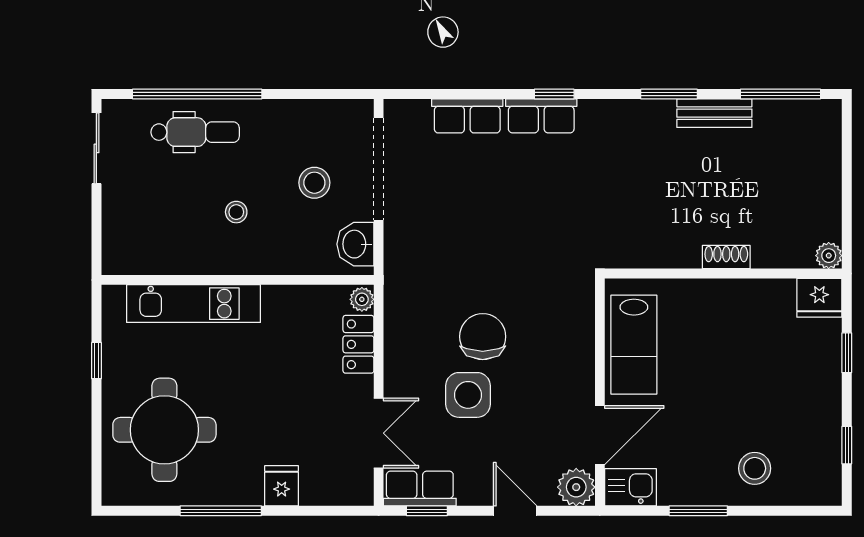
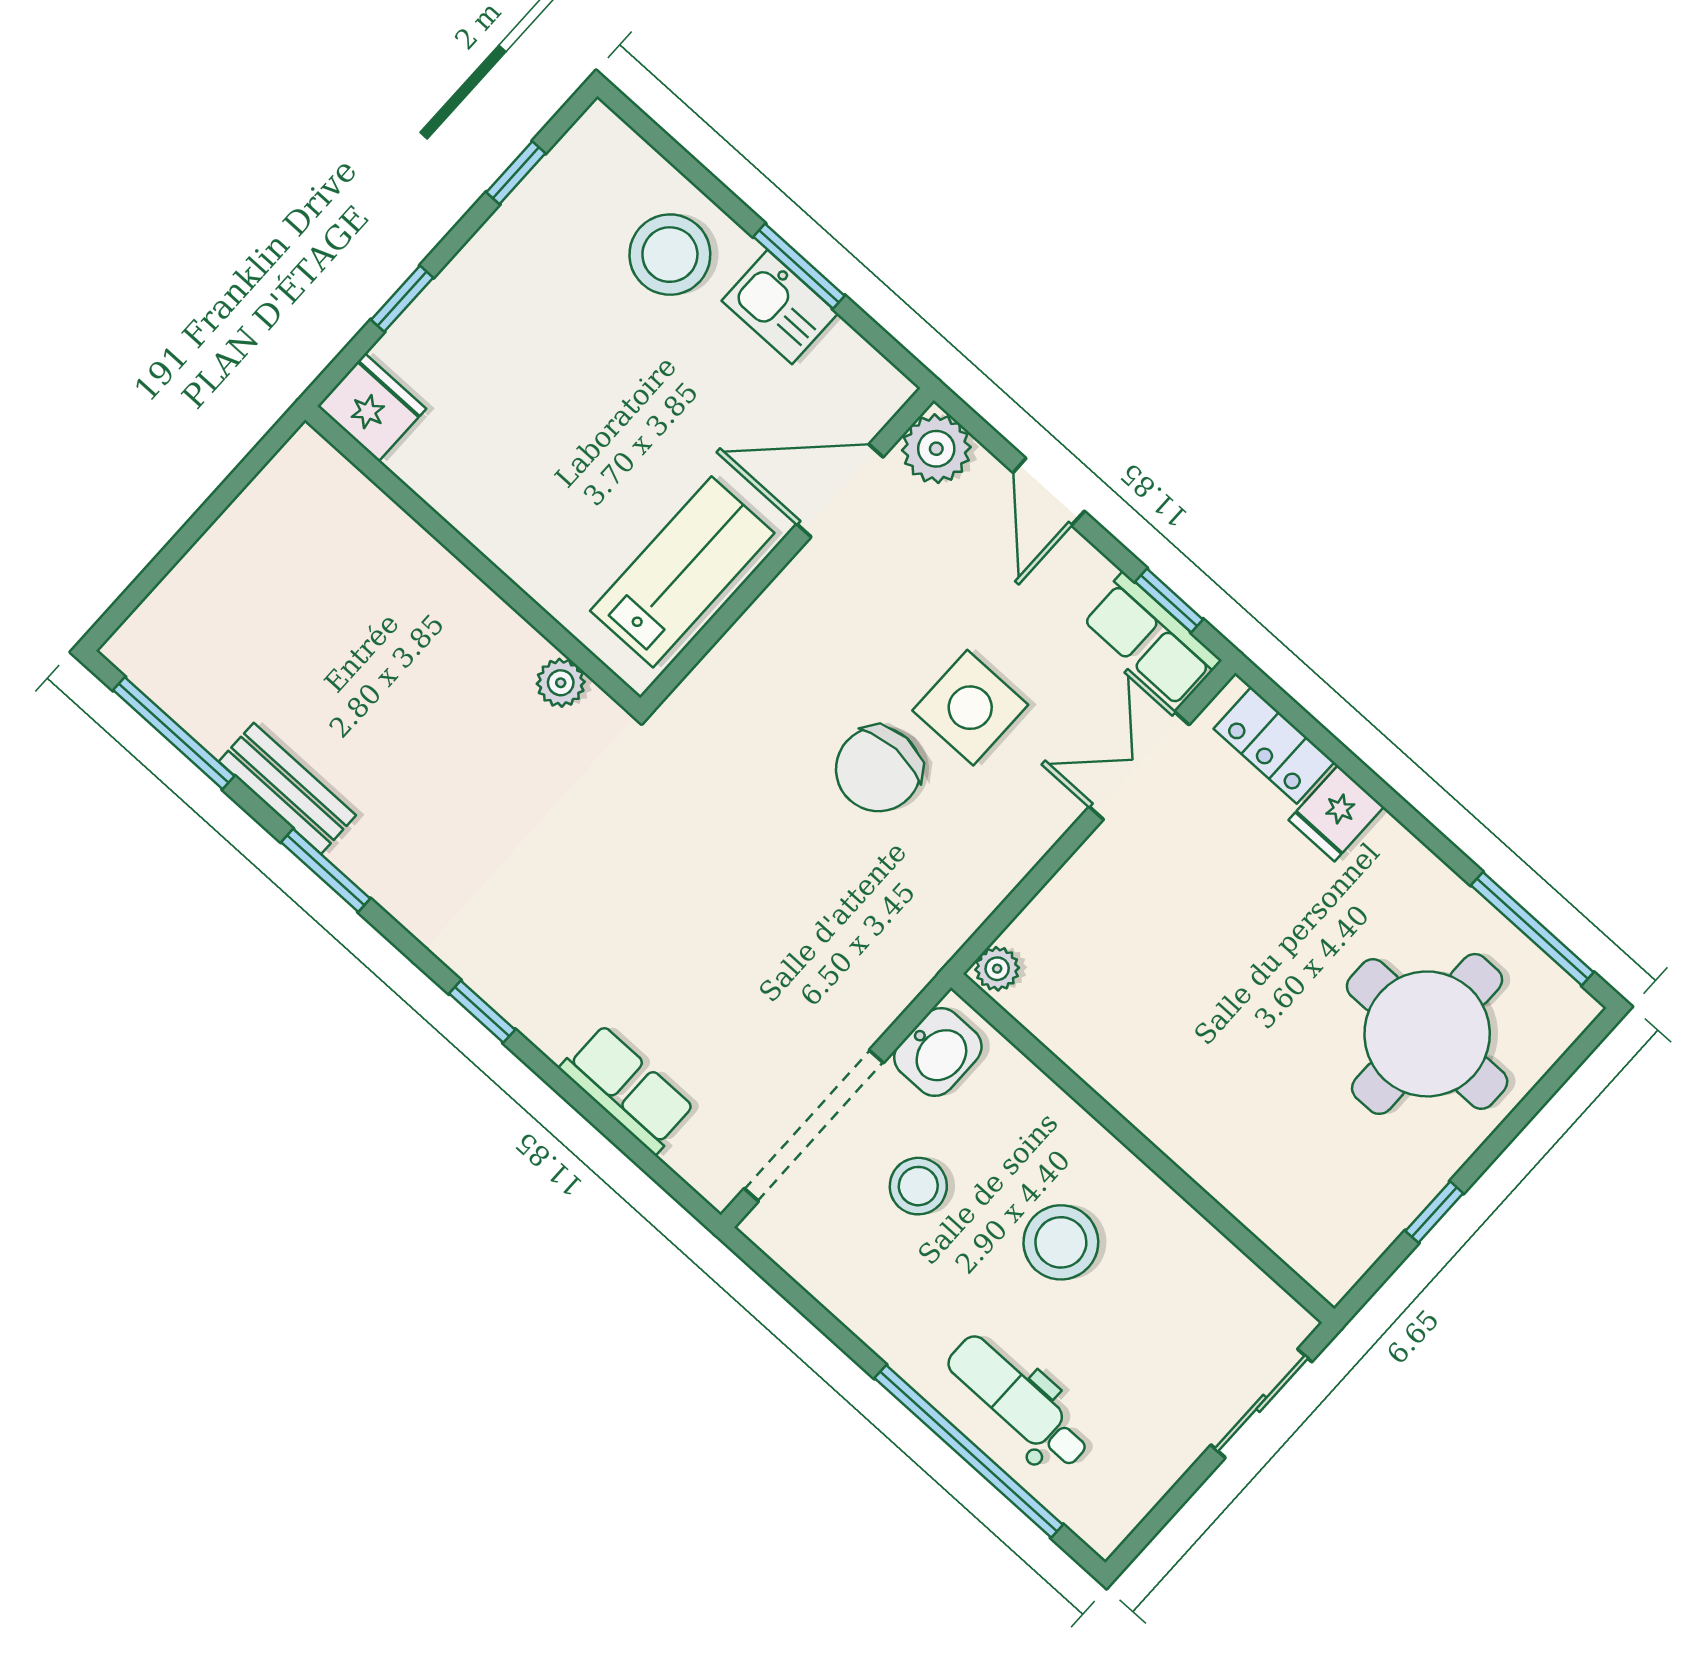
row of seats: (541, 116) -> (527, 998), removed
sliding door: (96, 148) -> (1261, 1403), moved
stool: (236, 212) -> (1061, 1242), width x1.89, depth x1.89
plant: (829, 256) -> (561, 683), moved
shoe rack: (726, 257) -> (448, 577), removed
kitchen unit: (194, 304) -> (1232, 1170), removed
locker: (358, 344) -> (1274, 745), moved, turned 90
stool: (755, 468) -> (670, 255), width x1.38, depth x1.38
kitchen sink: (630, 487) -> (780, 307), moved
window: (221, 511) -> (1532, 929), moved

